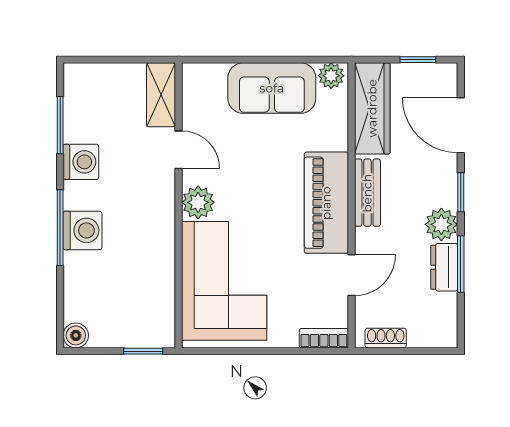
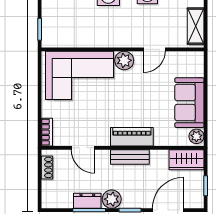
shelving: (161, 95) -> (196, 26), moved, turned 90
wardrobe: (372, 108) -> (186, 160), width x0.67
piano: (326, 203) -> (132, 137), width x0.73, depth x0.75

